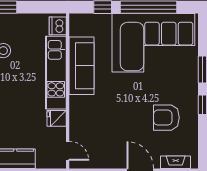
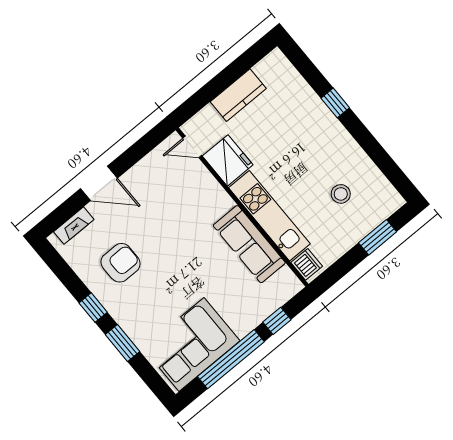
corner sofa: (153, 43) -> (191, 344), width x0.73, depth x0.74
fridge: (57, 118) -> (228, 160), width x1.88, depth x1.34

